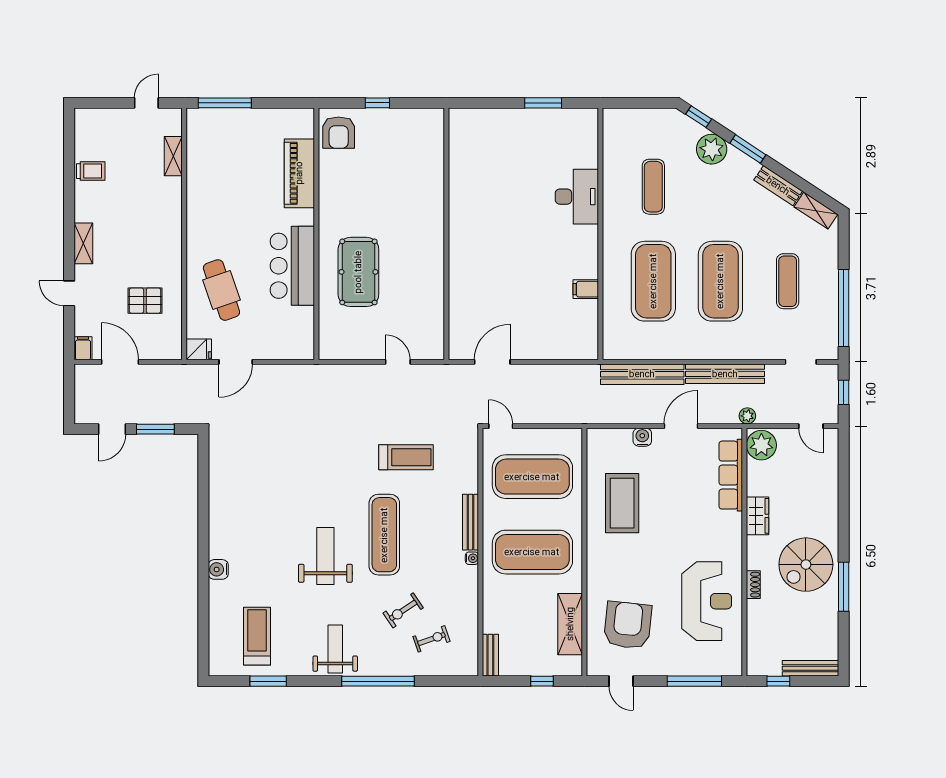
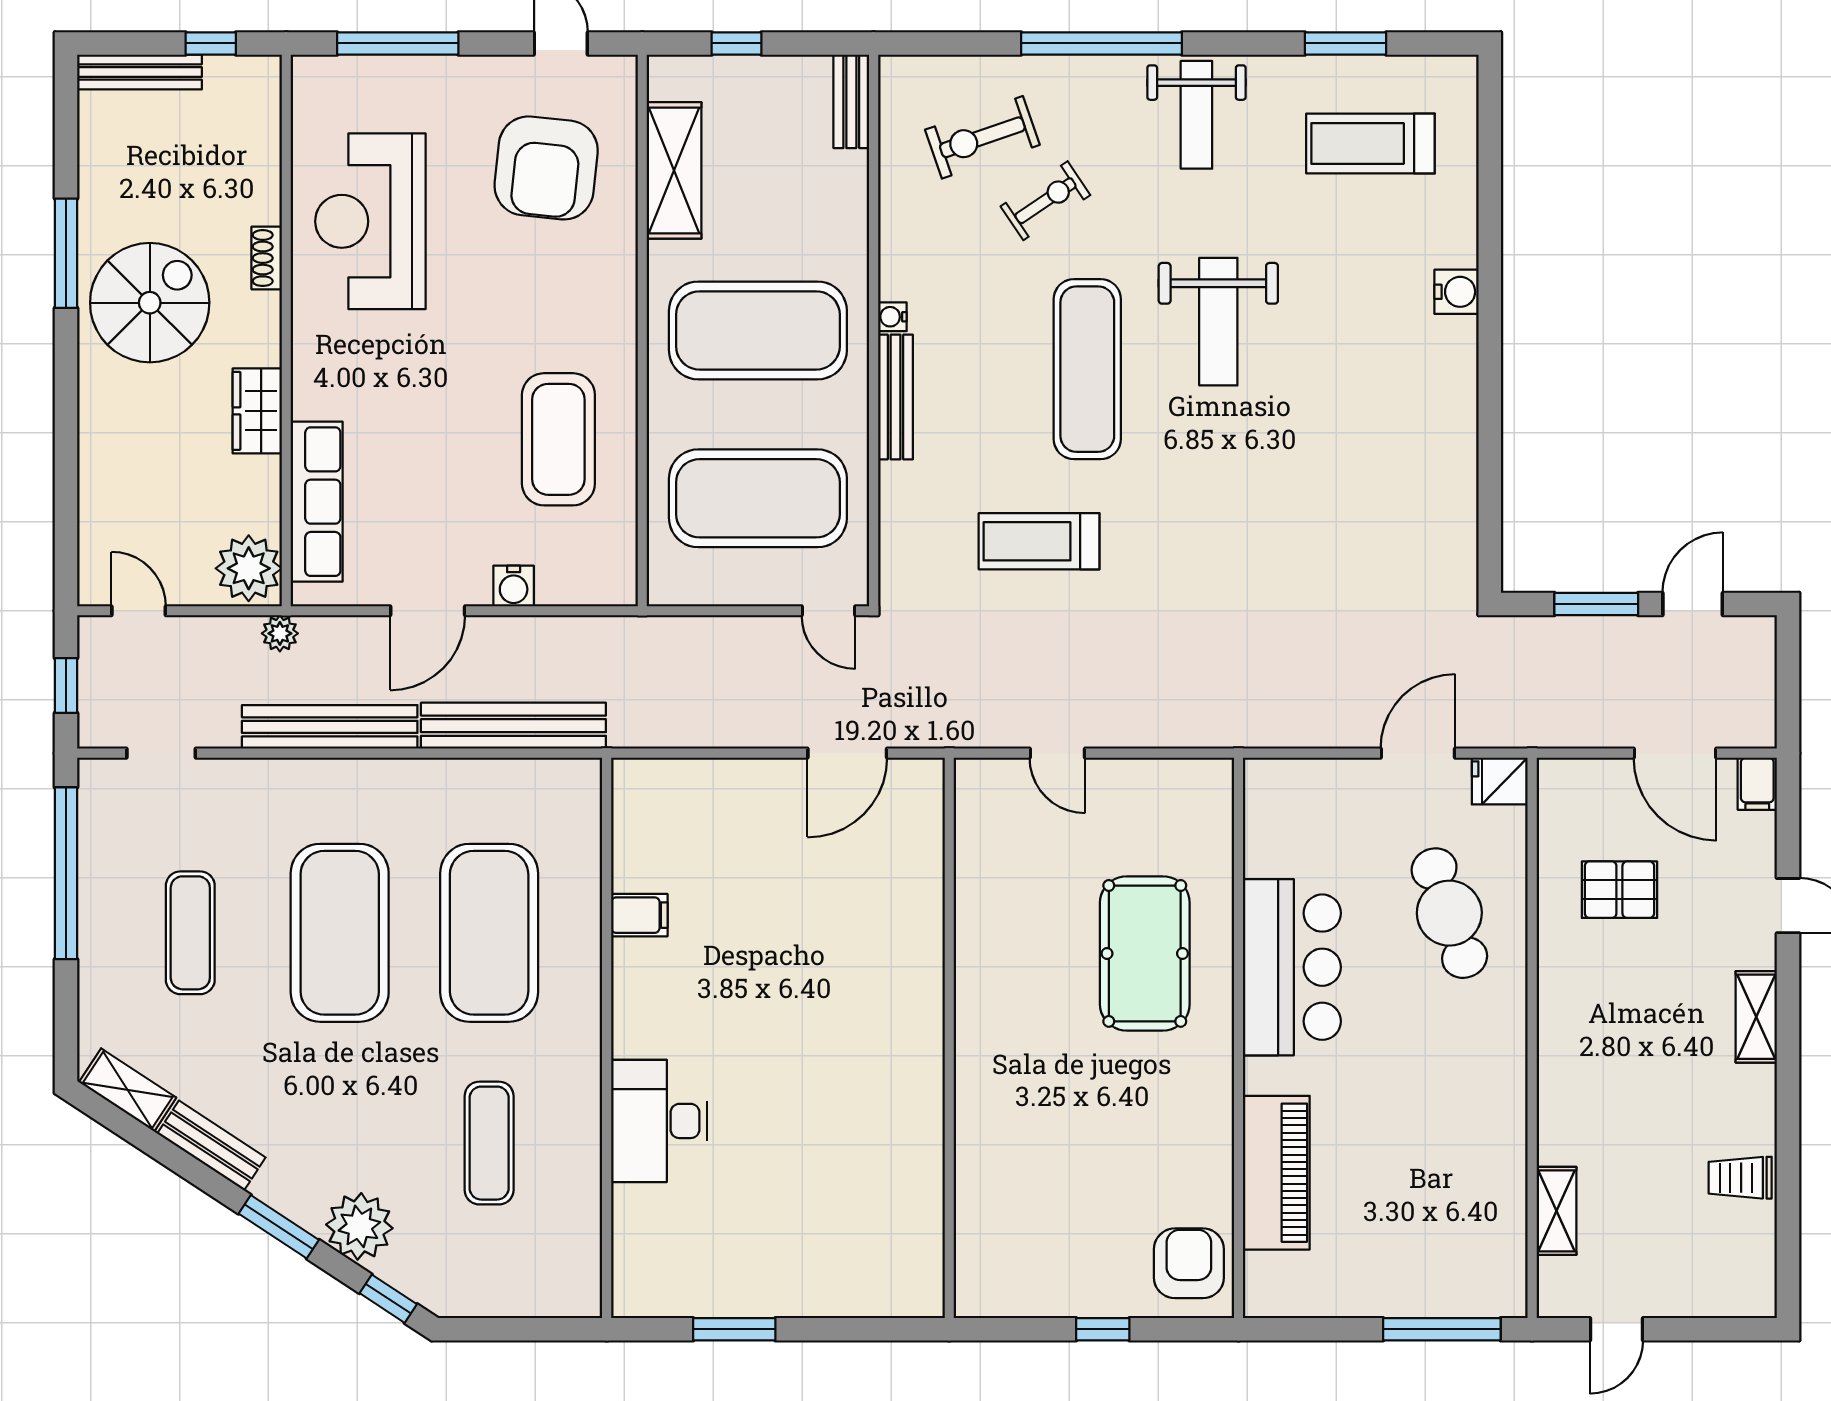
treadmill: (257, 636) -> (1370, 144), turned 90
exercise bike: (431, 639) -> (982, 137), width x1.38, depth x1.39

